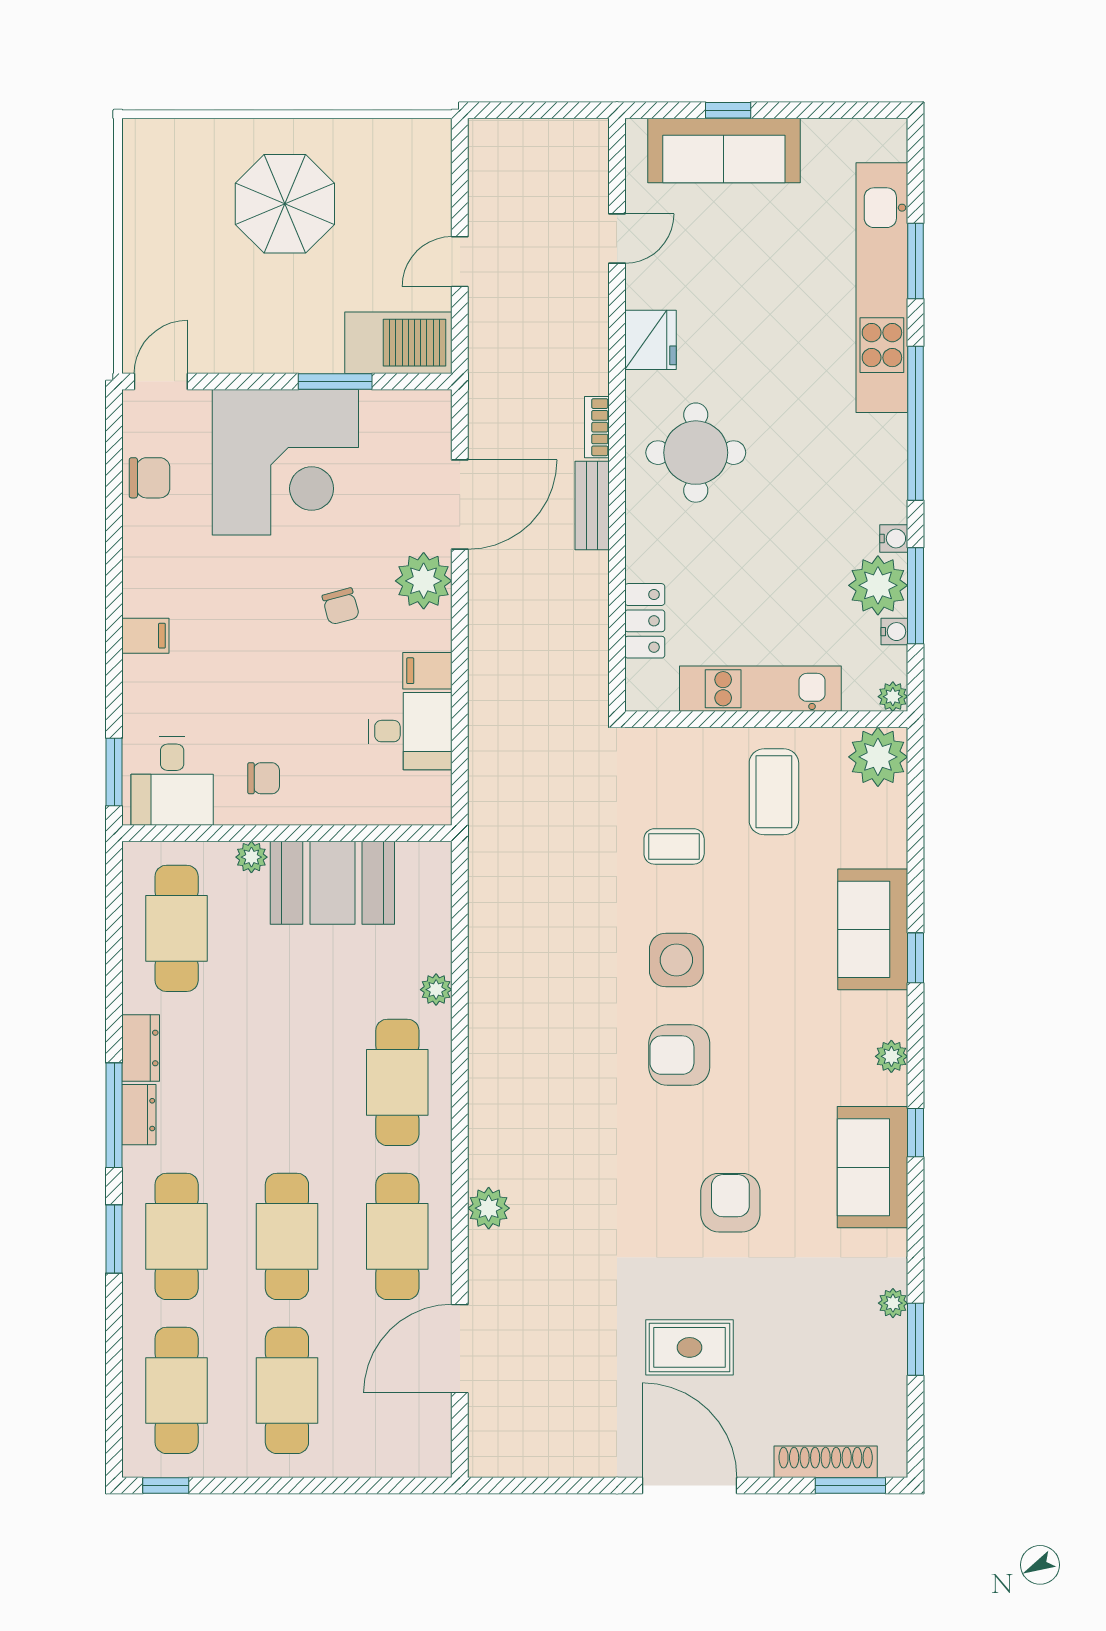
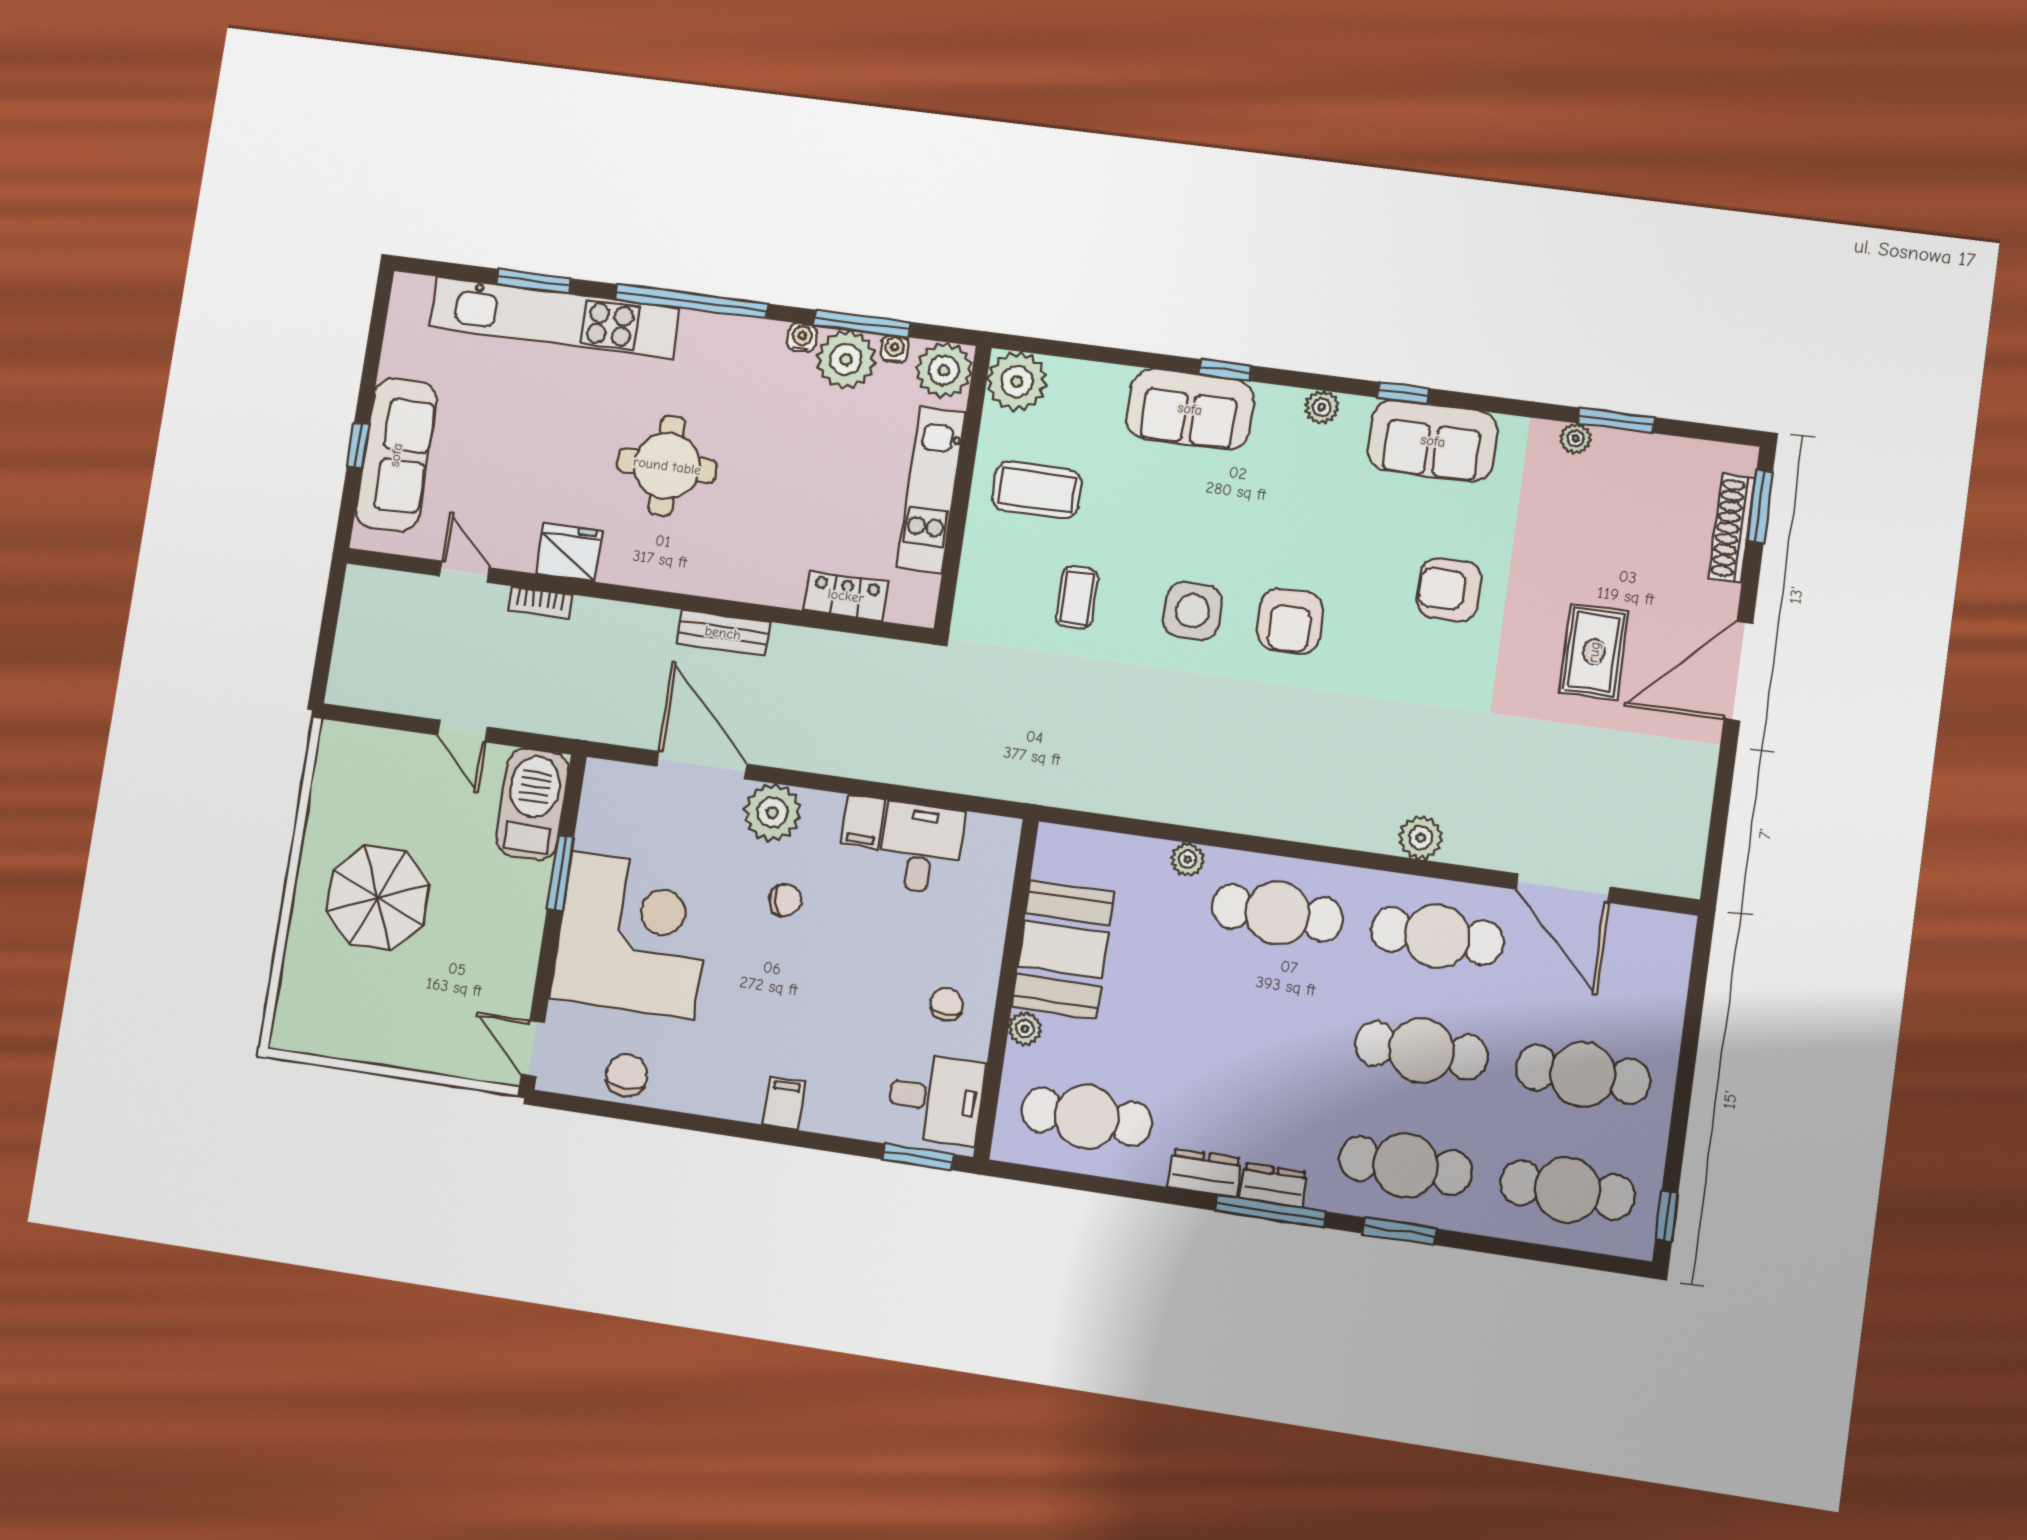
bookcase: (597, 427) -> (540, 603), moved
round table: (696, 453) -> (667, 466), moved
plant: (893, 697) -> (944, 370), width x1.88, depth x1.88

